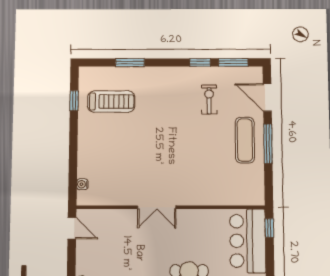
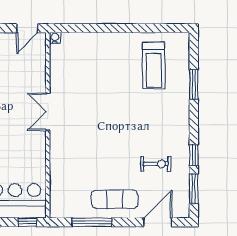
window: (74, 101) -> (154, 28), removed
window: (268, 144) -> (92, 222), moved
water cooler: (82, 184) -> (55, 38), moved

